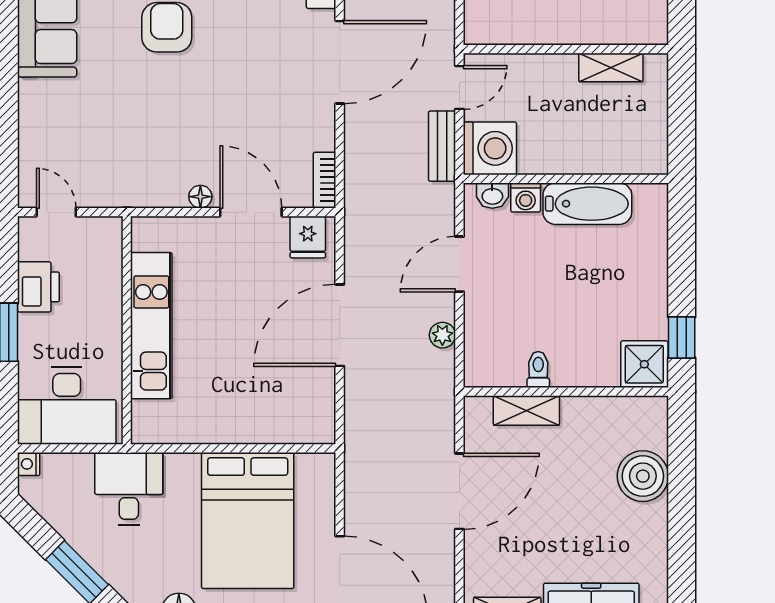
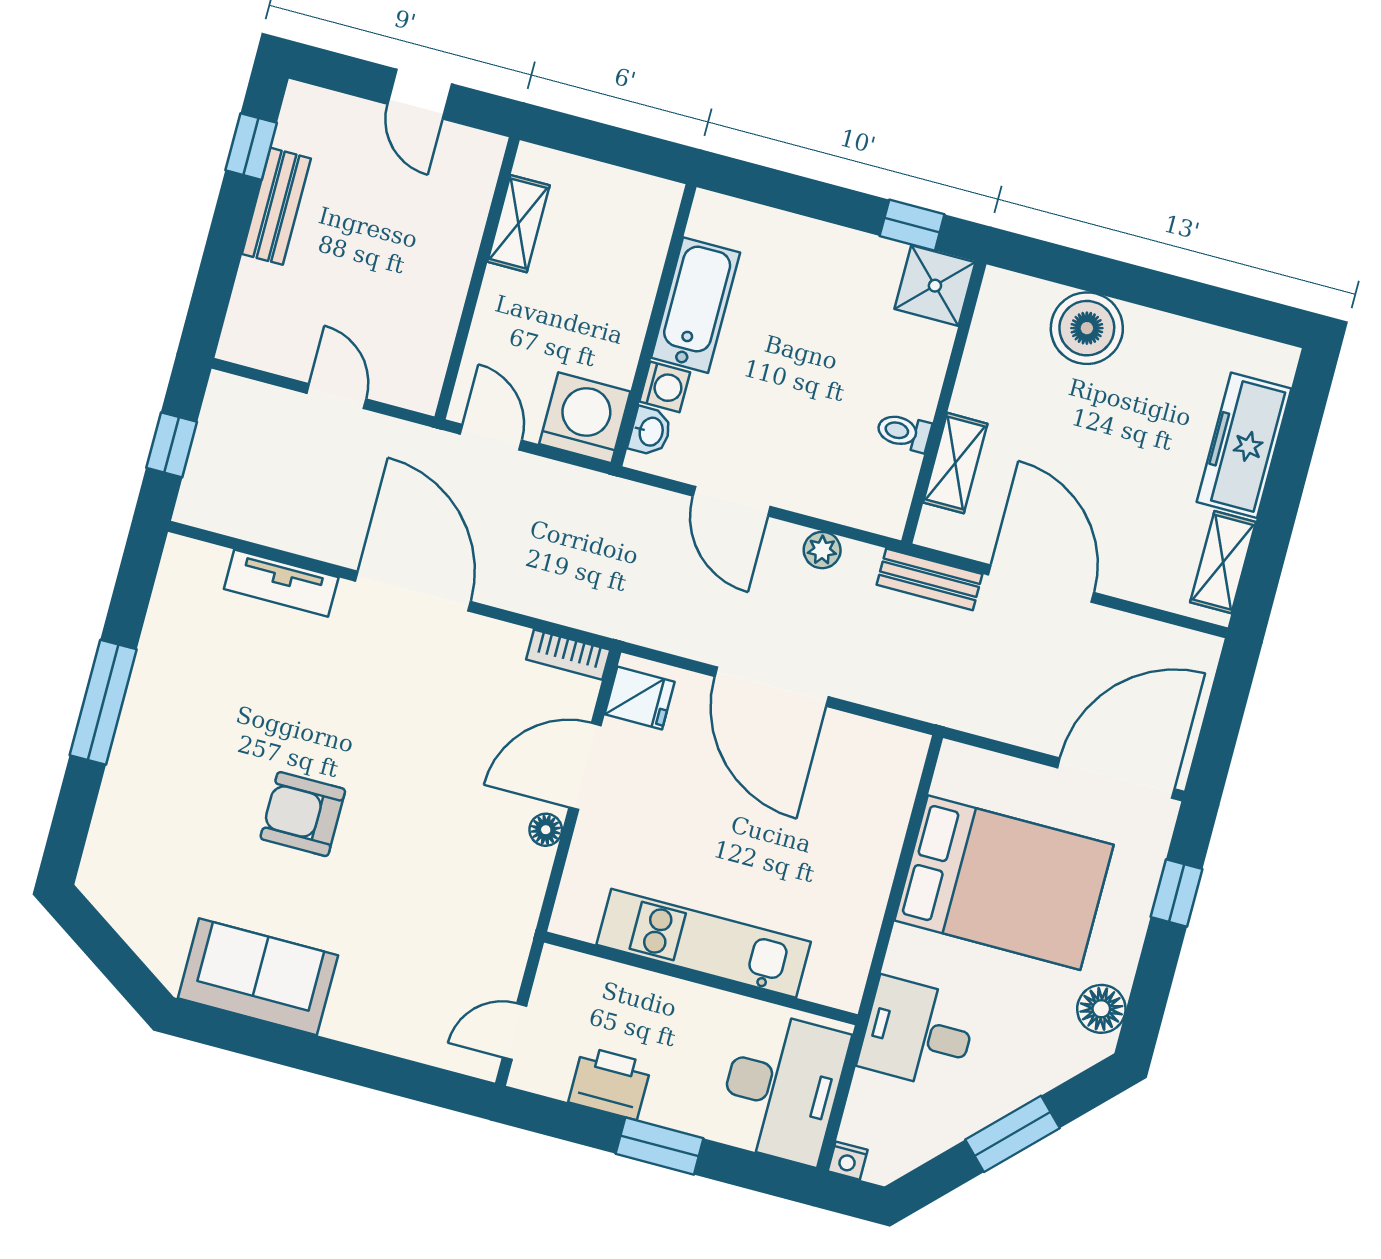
bench: (442, 146) -> (930, 579), moved

